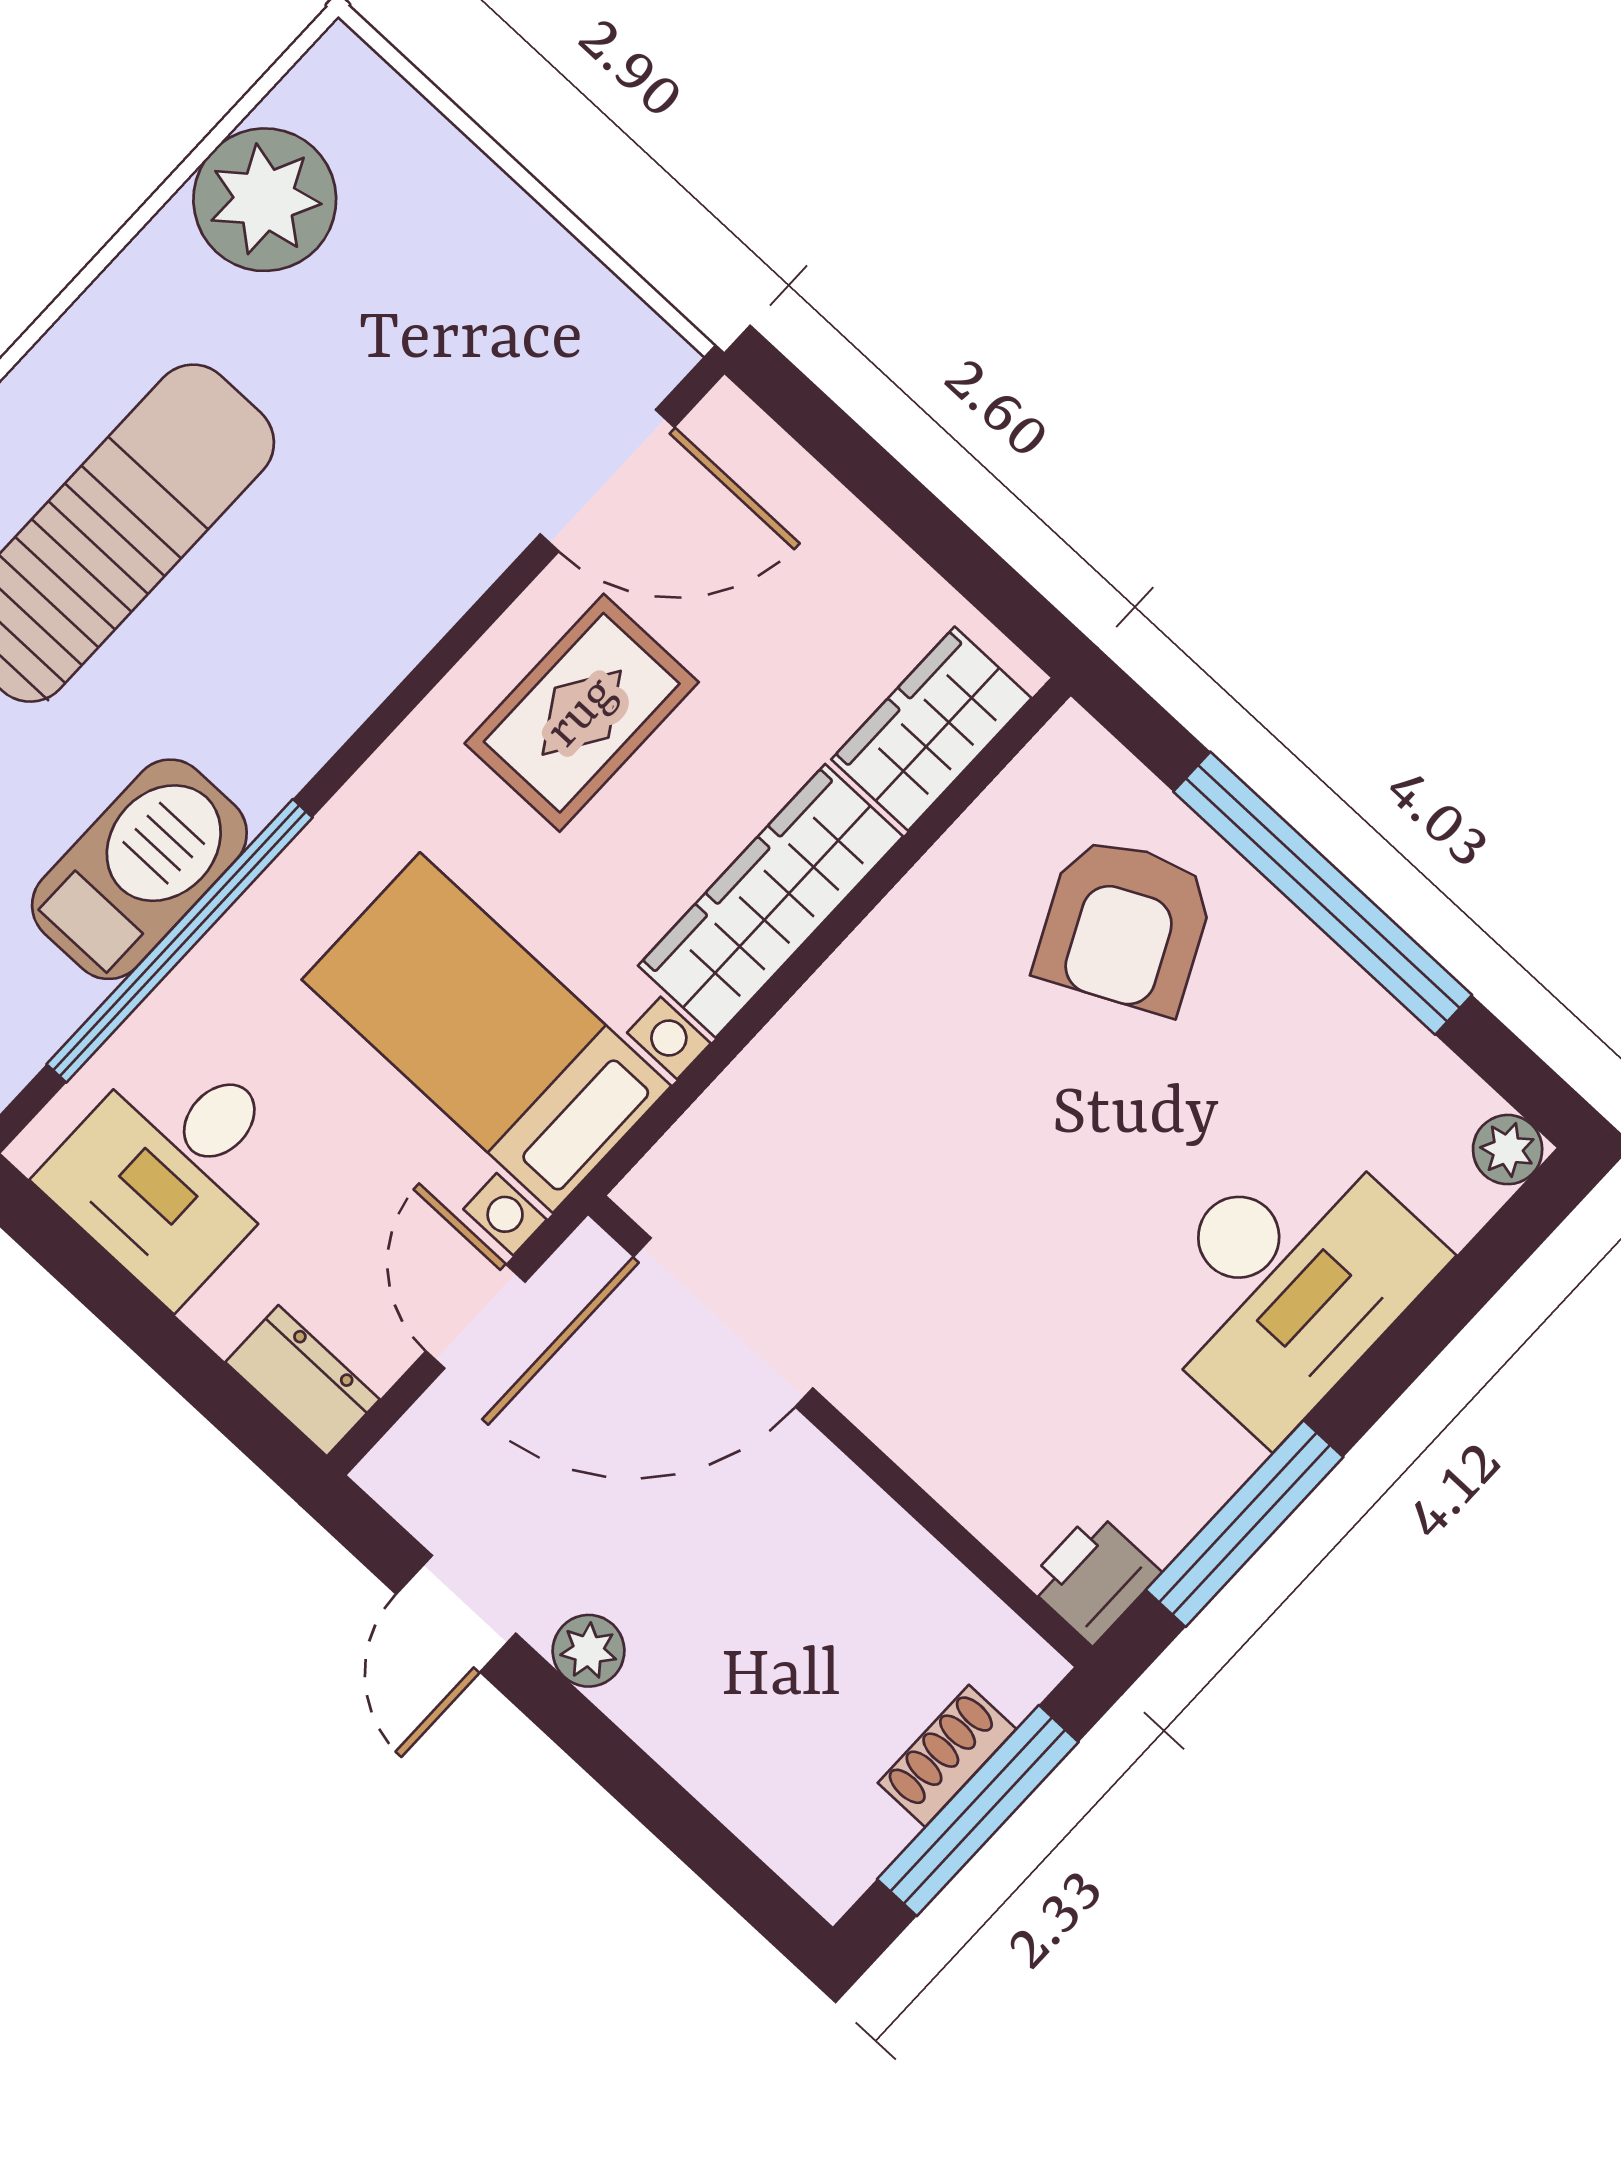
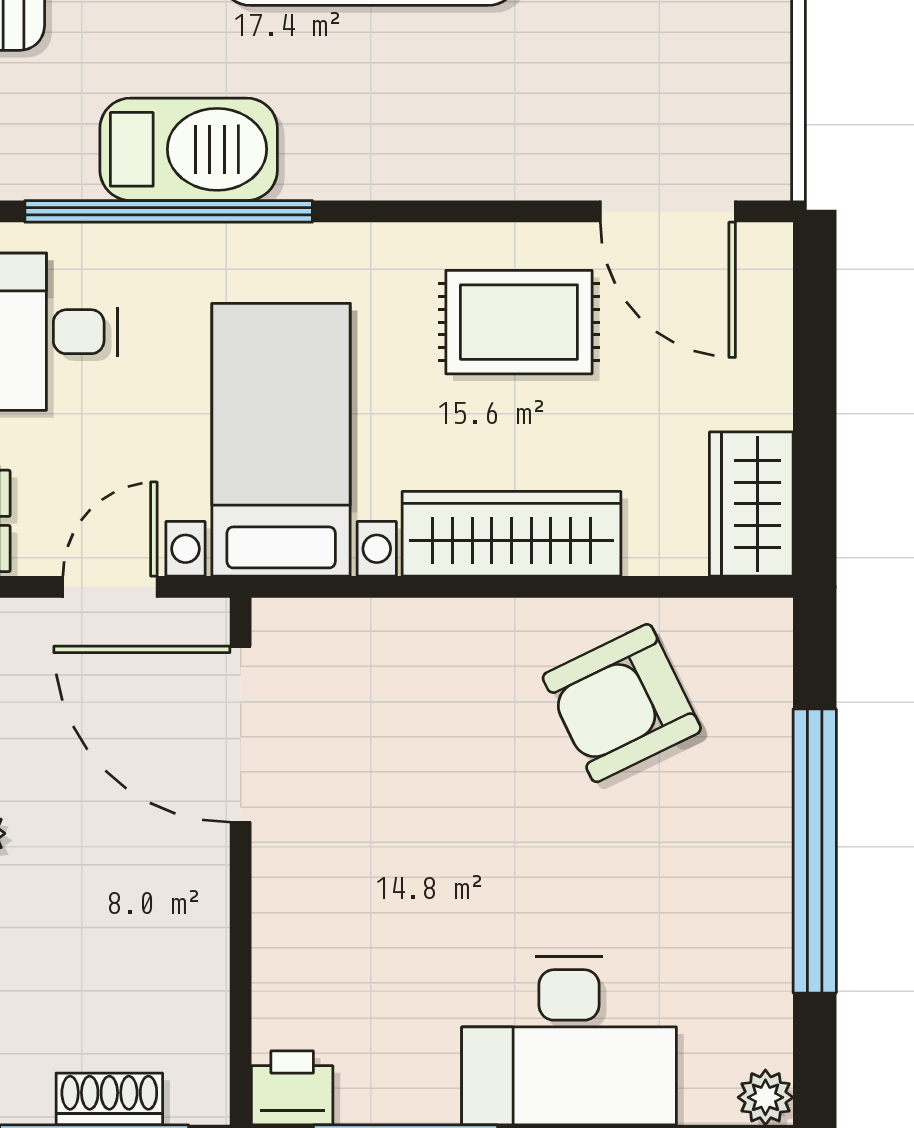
wardrobe: (931, 729) -> (751, 504), moved, turned -90
armchair: (1125, 925) -> (622, 703), moved

